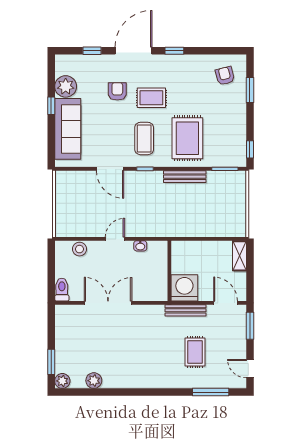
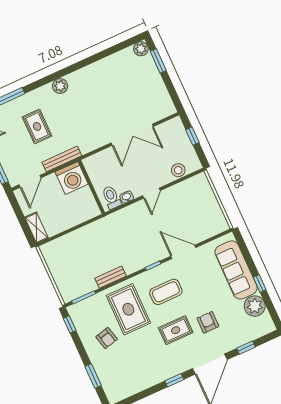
armchair: (225, 76) -> (107, 338), moved
armchair: (117, 91) -> (208, 322), turned 180
coffee table: (144, 138) -> (166, 292), turned 90
bench: (185, 177) -> (111, 277), width x0.73
window: (51, 275) -> (192, 136), added
toilet: (62, 290) -> (111, 197), moved, turned 180
door: (226, 303) -> (30, 181), hinge flipped
plant: (94, 381) -> (60, 86), moved

